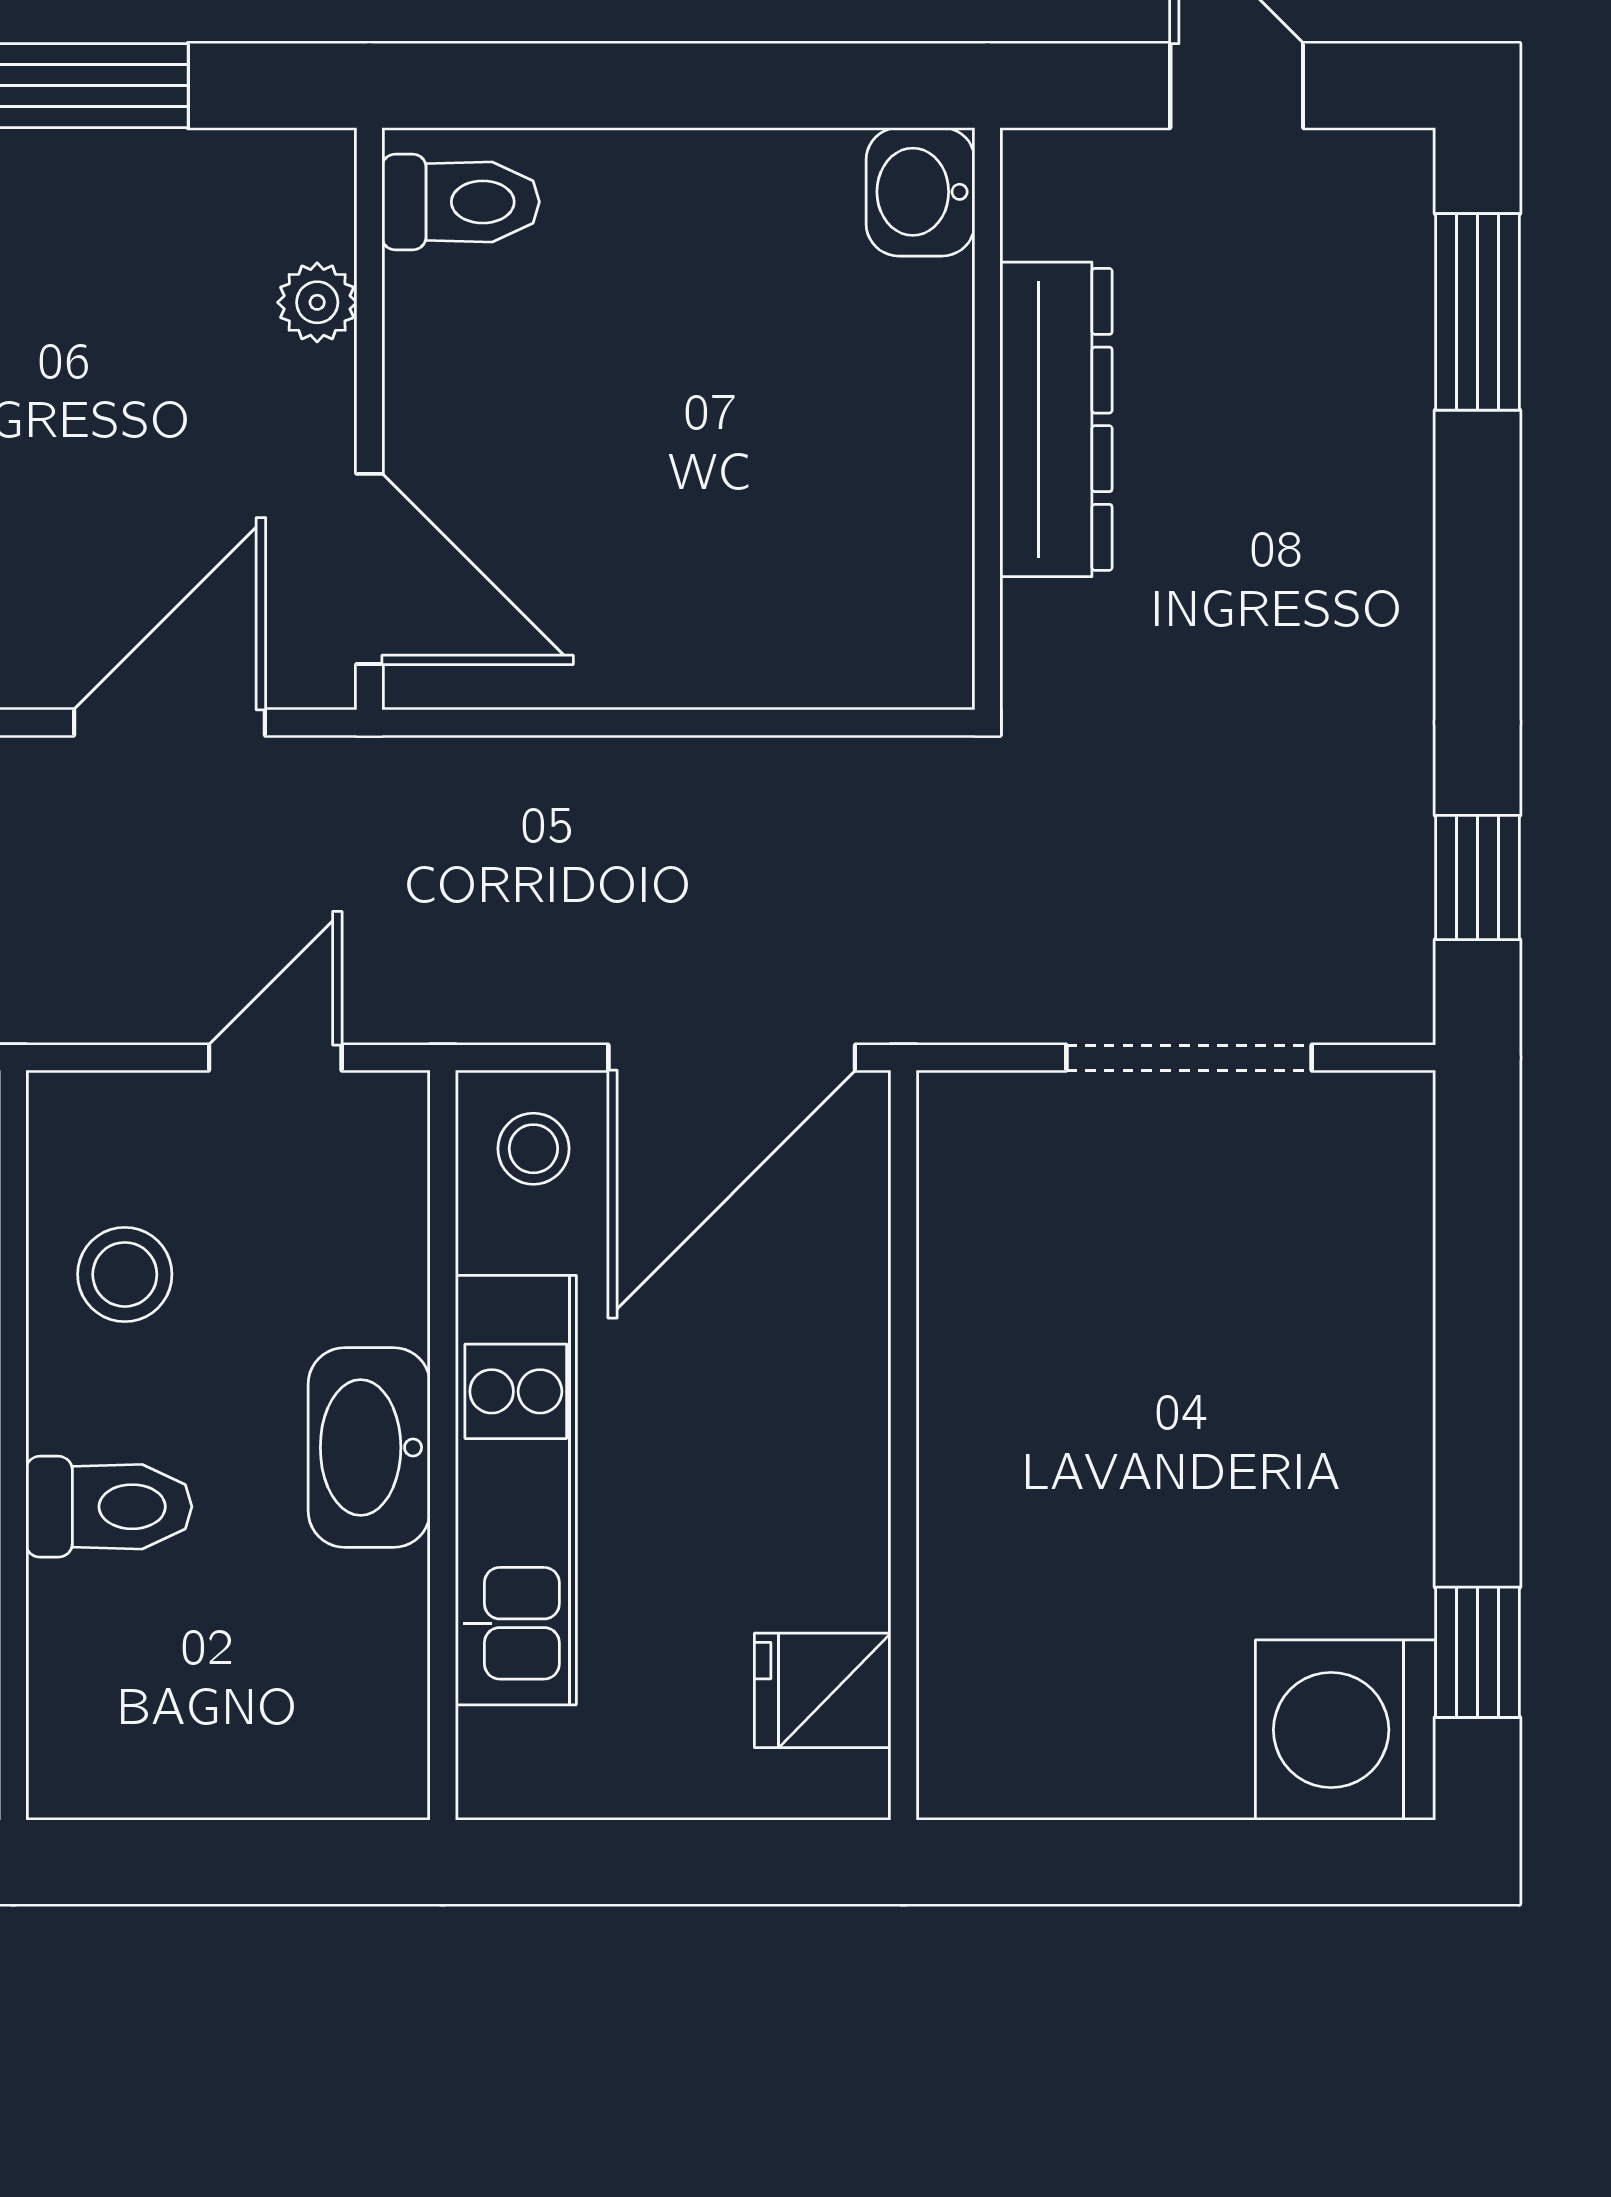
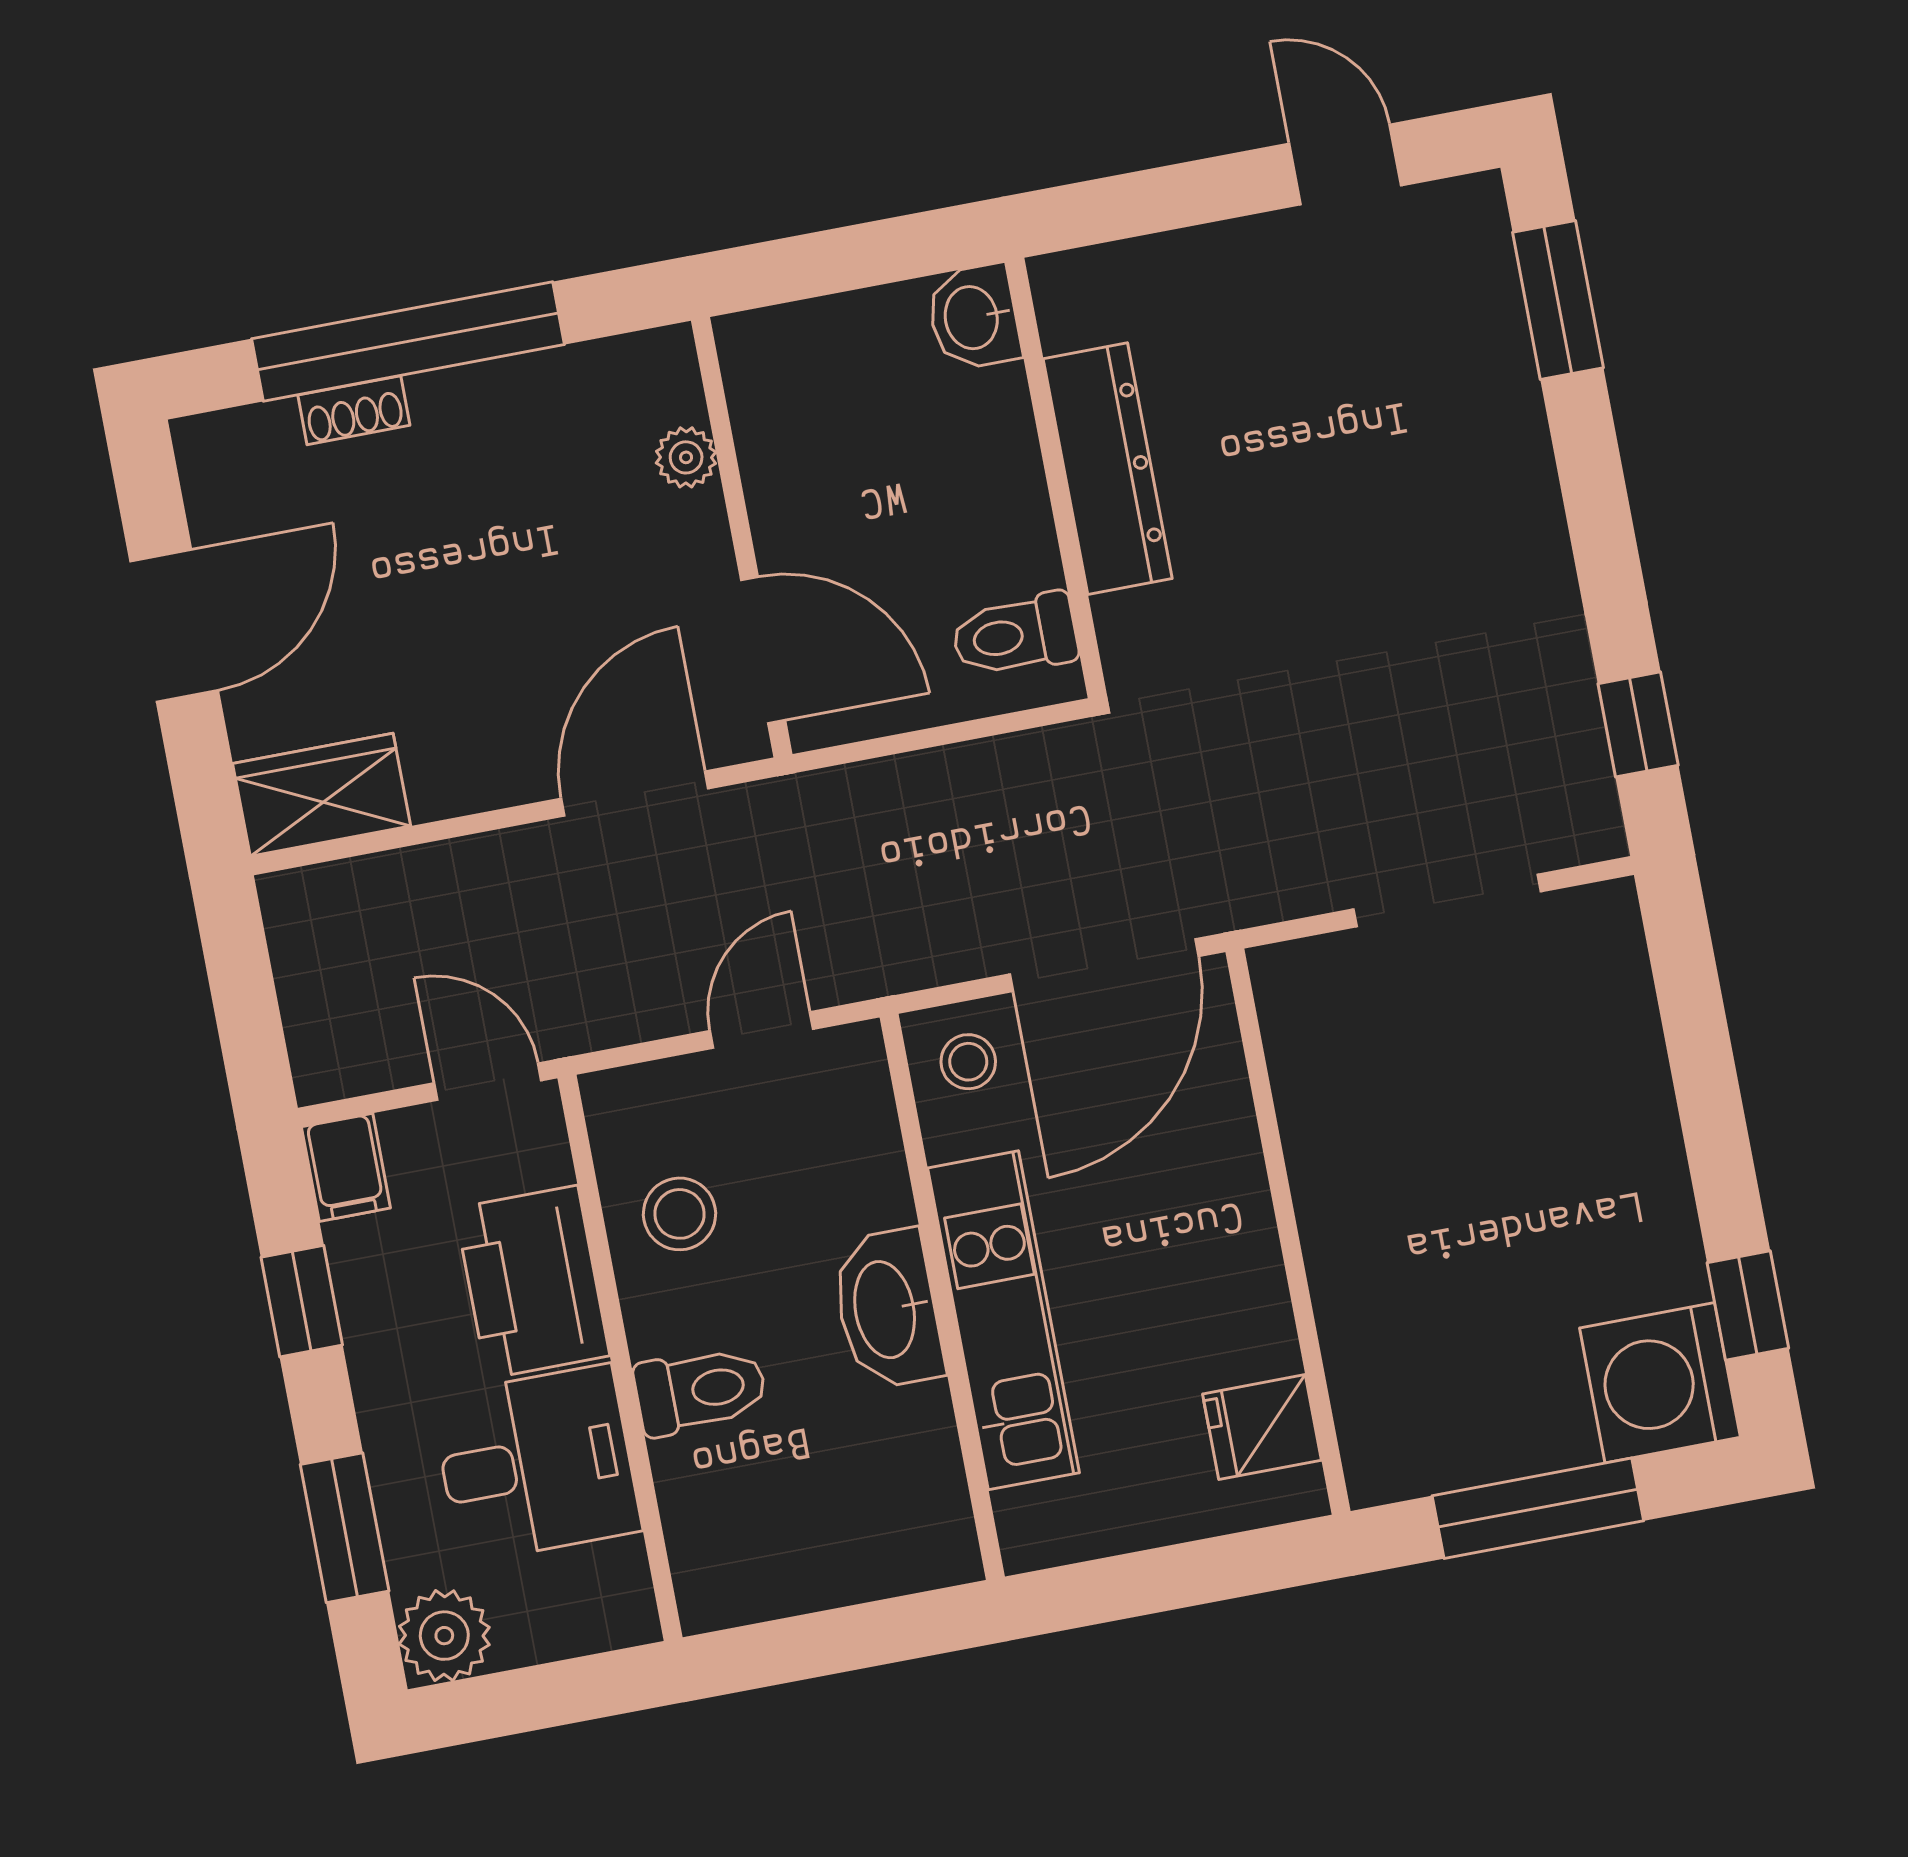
washbasin: (920, 192) -> (974, 317), moved
toilet: (461, 202) -> (1015, 635), moved, turned 180
wall: (987, 419) -> (1056, 478), moved
dresser: (1056, 419) -> (1108, 469), moved
window: (1158, 1862) -> (1538, 1508), added

